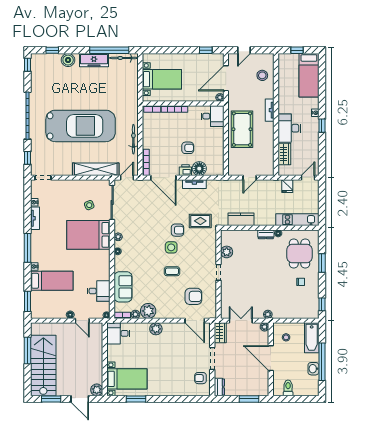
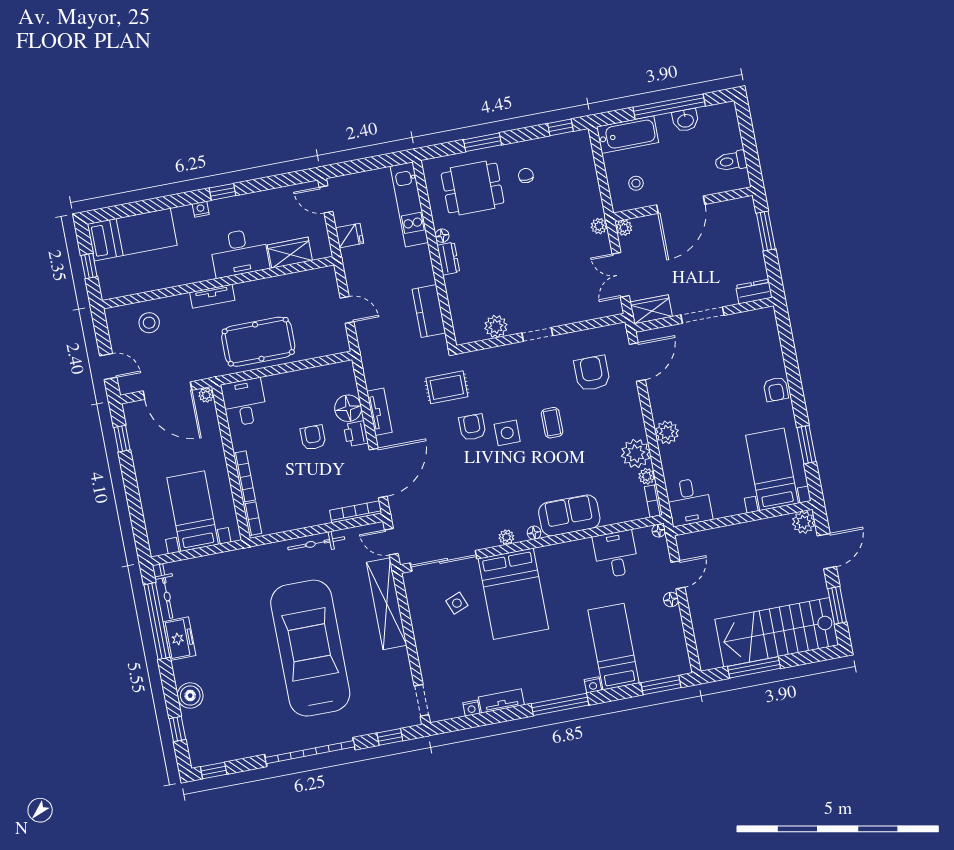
freezer: (94, 60) -> (179, 639), width x0.71
rug: (200, 221) -> (447, 387), turned 90
sofa: (123, 287) -> (569, 515), moved
armchair: (200, 378) -> (776, 389), moved

